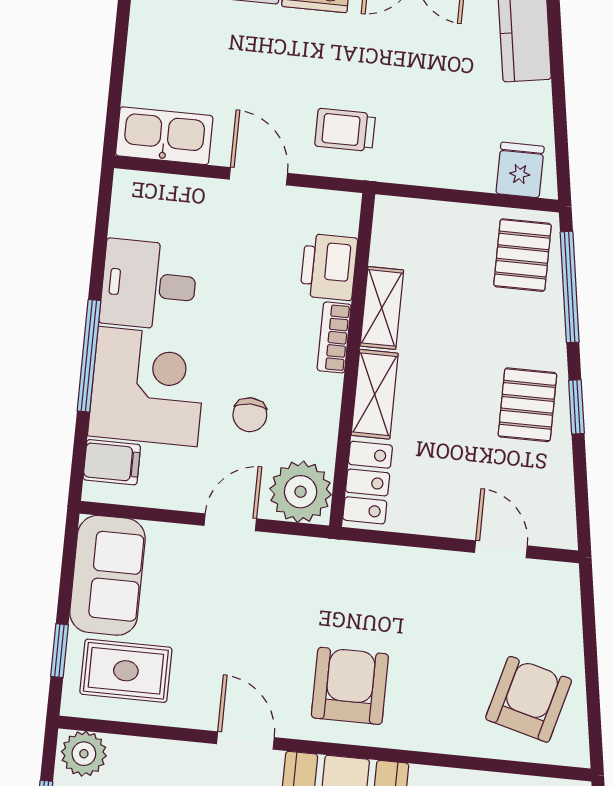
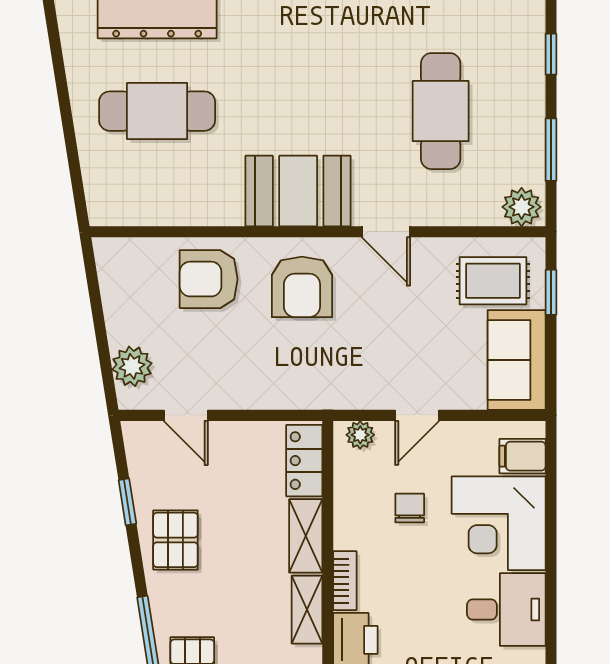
window: (89, 356) -> (551, 544), removed
window: (576, 407) -> (127, 502), moved
plant: (301, 492) -> (360, 435), width x0.53, depth x0.53
plant: (558, 613) -> (132, 366), added
armchair: (529, 699) -> (209, 279), moved, turned 75

